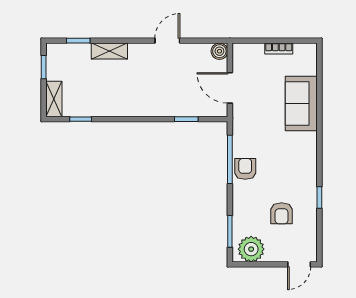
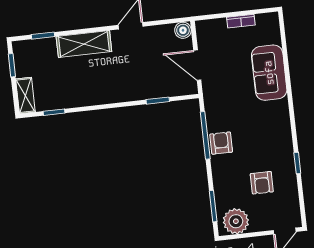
shelving: (109, 51) -> (84, 44), width x1.50, depth x1.33

